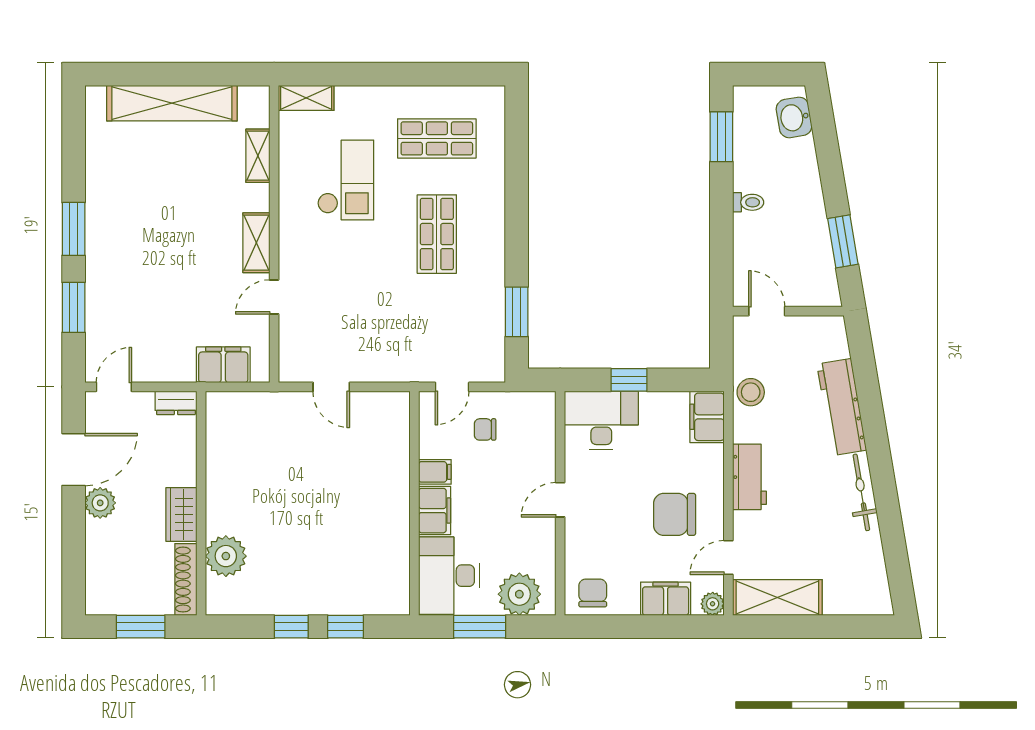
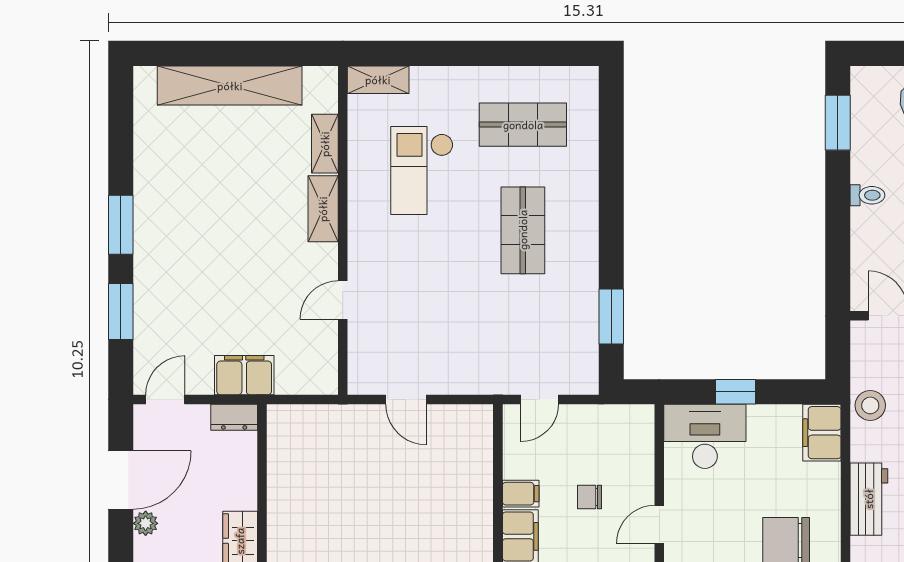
checkout: (346, 180) -> (422, 171), turned 180
shelving: (256, 243) -> (323, 209), moved
filing cabinet: (223, 365) -> (244, 375), moved
chair: (485, 429) -> (590, 497), moved
plant: (100, 503) -> (146, 523), width x0.73, depth x0.73

